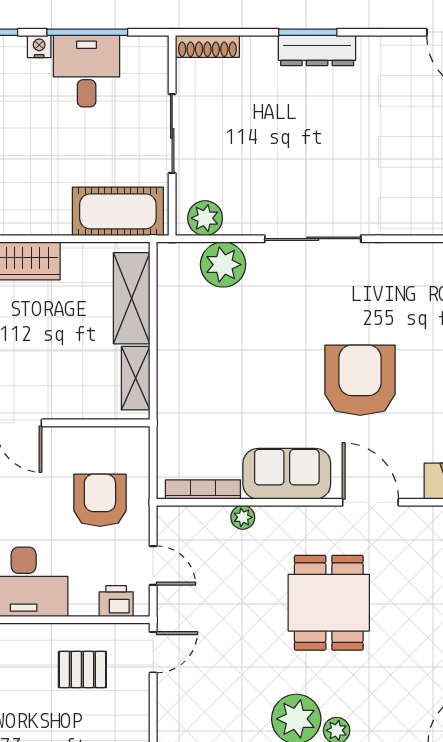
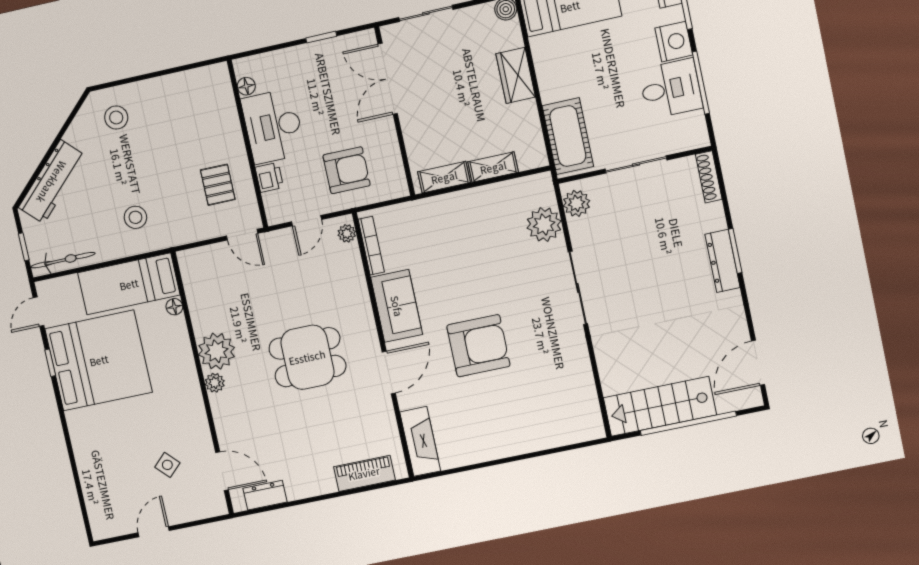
nightstand: (39, 47) -> (674, 42), width x1.89, depth x1.79
shelving: (132, 298) -> (493, 167), width x0.67, depth x0.75
plant: (243, 517) -> (347, 233), moved
printer: (116, 601) -> (269, 177), moved

